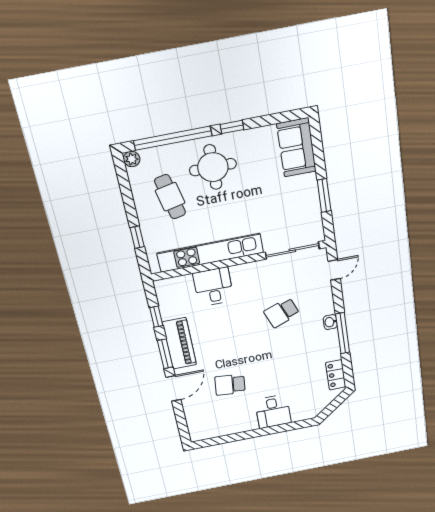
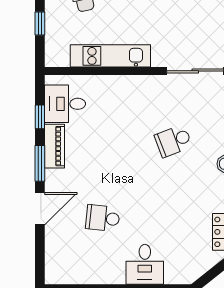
kitchen unit: (210, 253) -> (110, 56), width x0.73
desk: (213, 287) -> (65, 104), moved, turned -90
piano: (179, 343) -> (55, 146), width x0.73, depth x0.75

